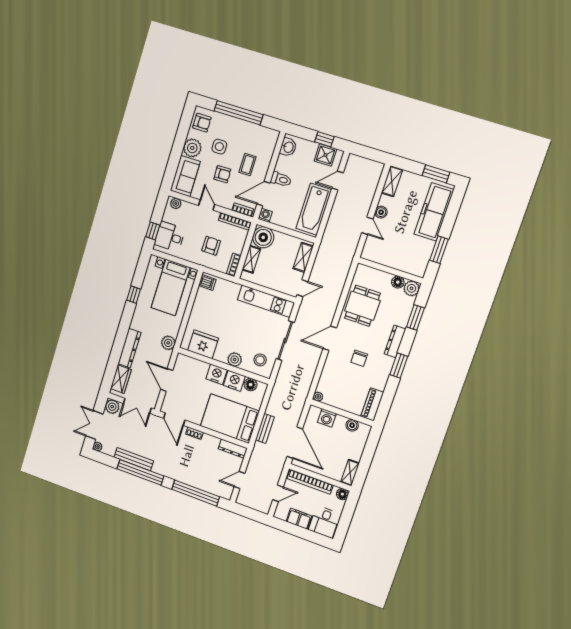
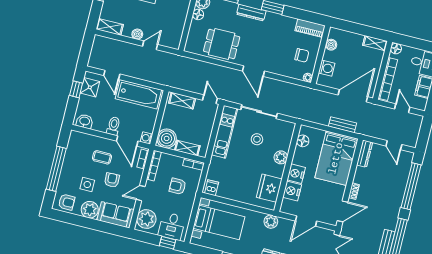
armchair: (202, 123) -> (67, 202), turned 90
plant: (176, 203) -> (146, 219), width x1.88, depth x1.88
chair: (359, 358) -> (302, 55), moved
stool: (260, 360) -> (257, 139), moved
nightstand: (234, 381) -> (292, 191), moved

